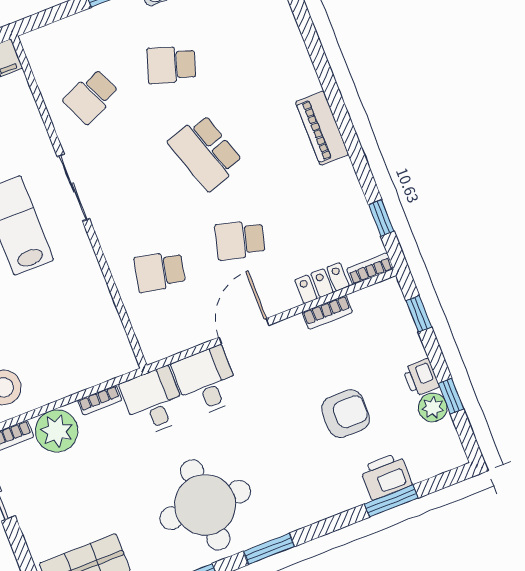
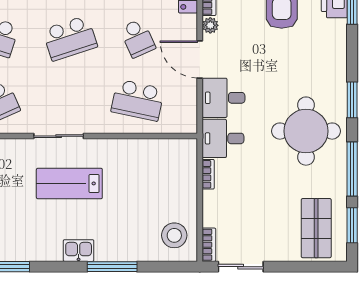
school desk: (240, 240) -> (138, 38), turned -39
school desk: (160, 272) -> (138, 100), width x1.85
plant: (57, 431) -> (210, 25), moved, width x0.53, depth x0.53

